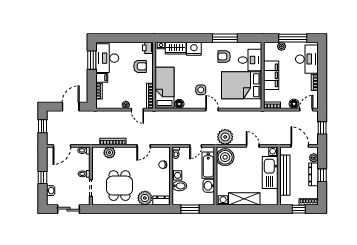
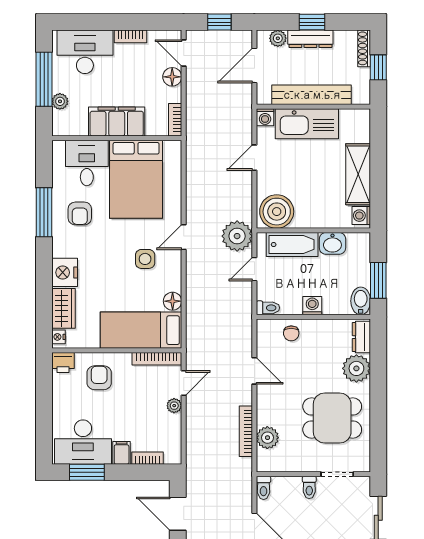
plant: (225, 137) -> (237, 236), moved
door: (196, 146) -> (254, 269), swing flipped
bidet: (179, 186) -> (361, 301), moved

